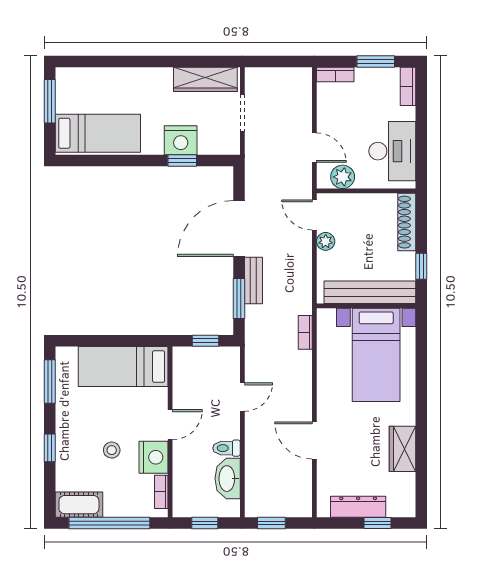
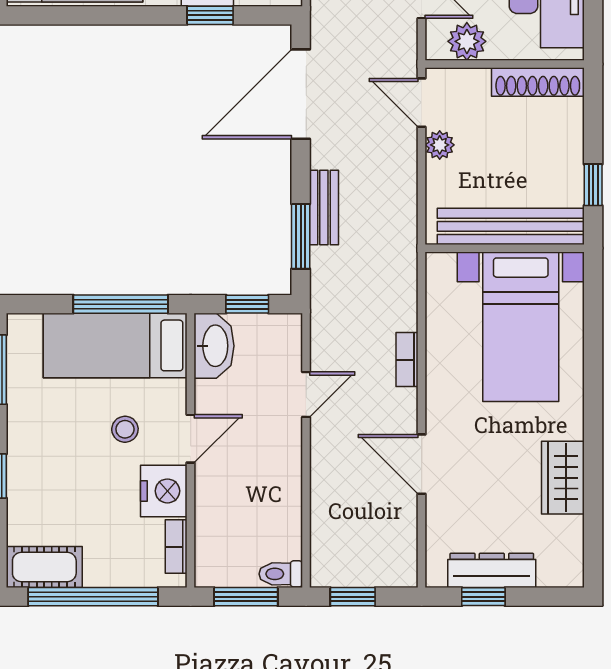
shoe rack: (407, 222) -> (538, 82), moved, turned -90
door: (239, 229) -> (301, 94), moved
bookcase: (305, 332) -> (407, 360), moved
window: (127, 341) -> (121, 304), added
toilet: (227, 448) -> (281, 574), moved
stool: (112, 450) -> (125, 429), moved
washbasin: (228, 479) -> (214, 346), moved, turned 180
window: (205, 523) -> (246, 597), width x1.50
window: (378, 523) -> (483, 597), moved

